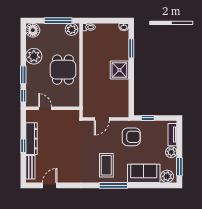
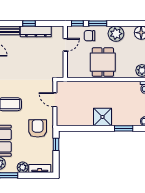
dining table: (63, 70) -> (103, 62), turned 90
chair: (36, 83) -> (90, 36), added
armchair: (131, 137) -> (38, 128), turned 180

